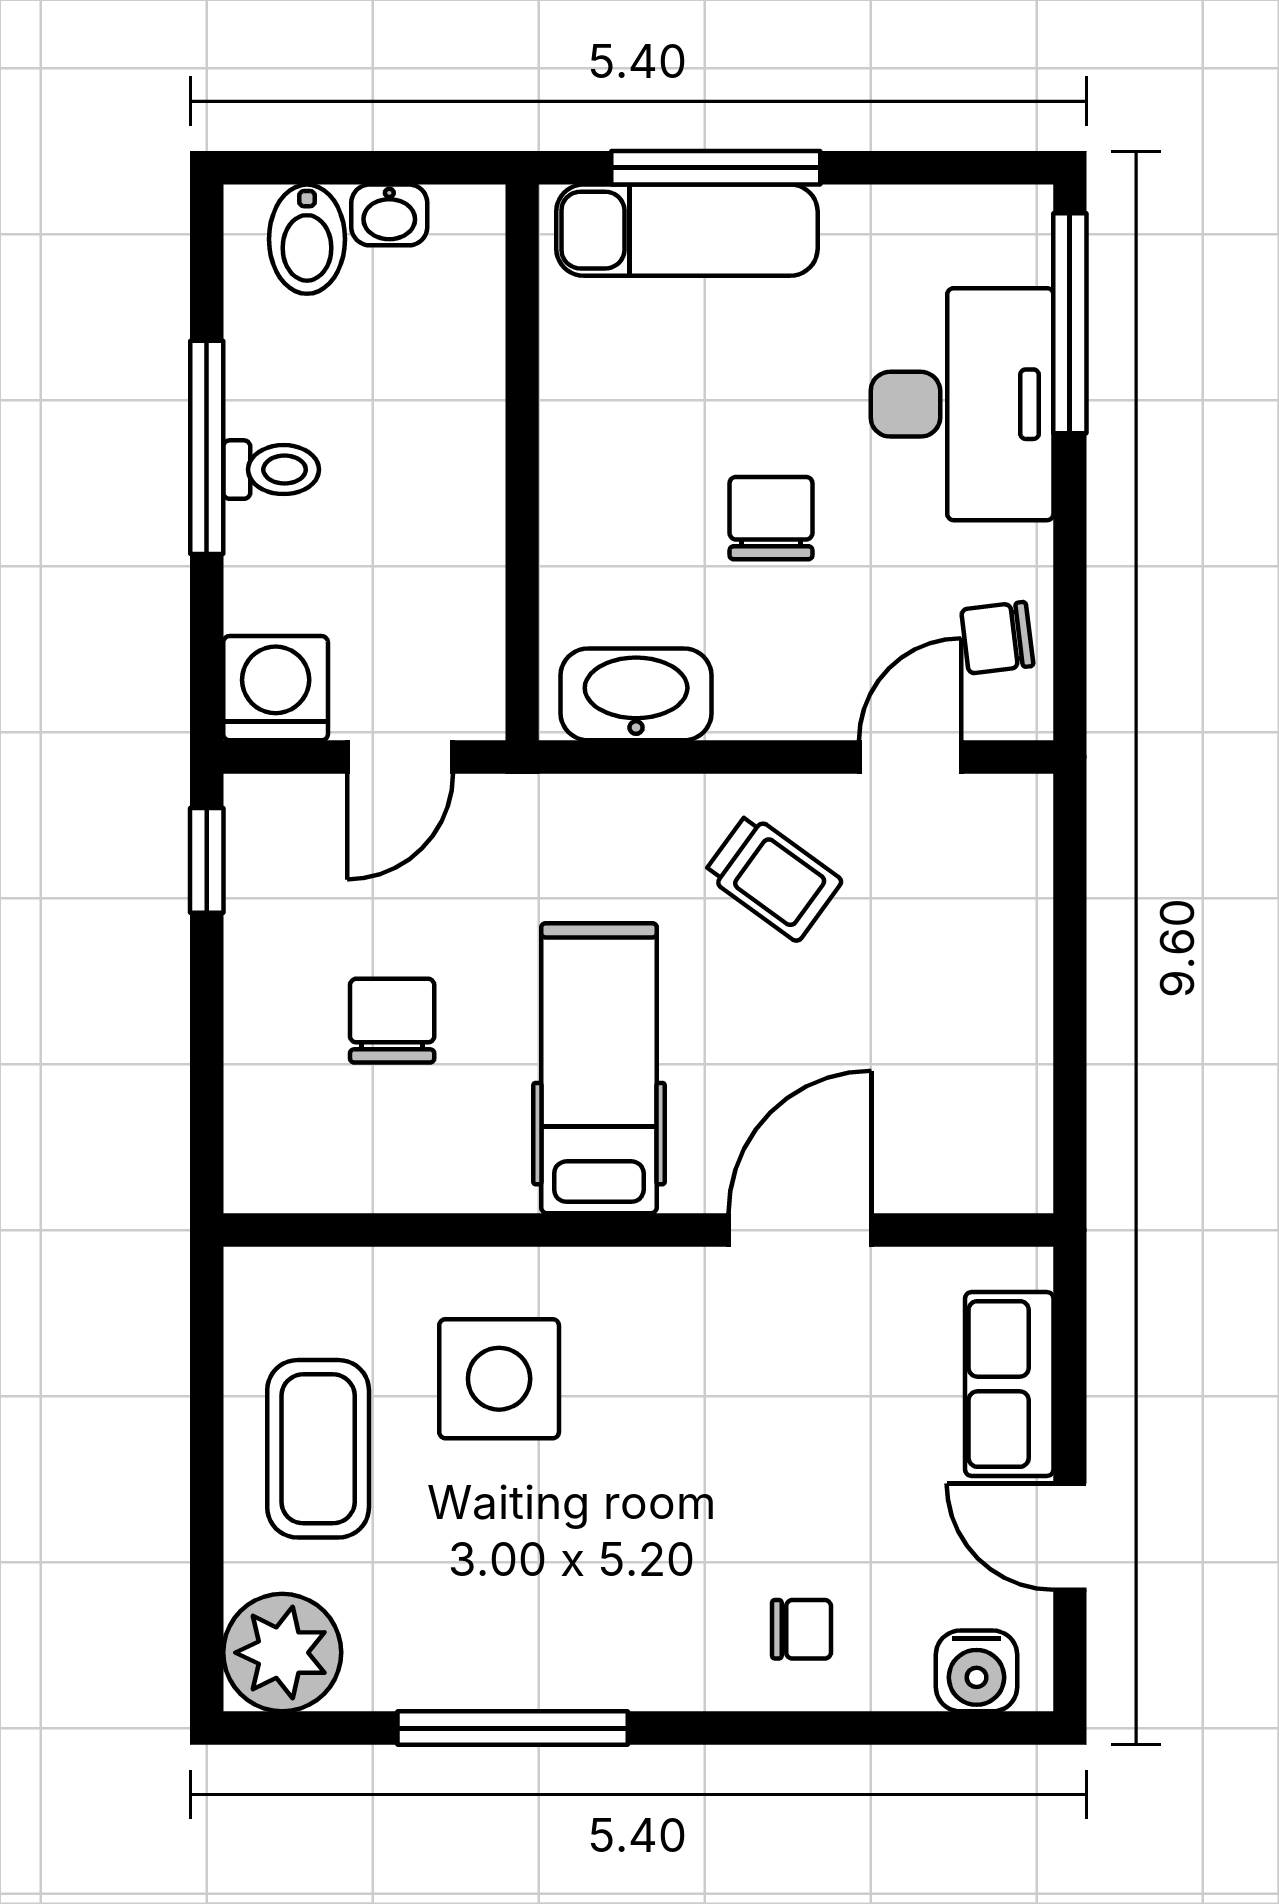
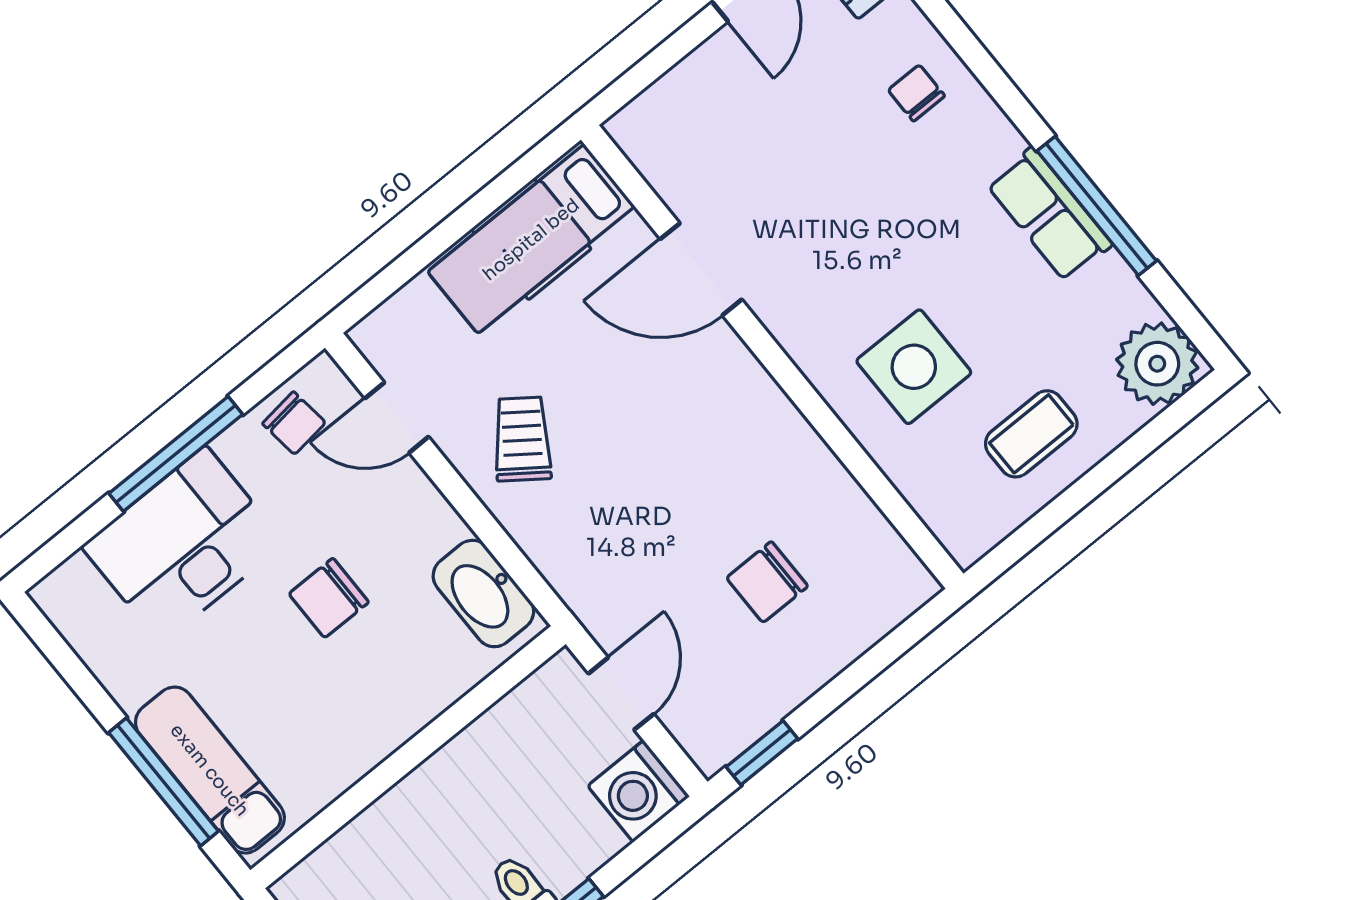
window: (1070, 323) -> (176, 454), moved
door: (400, 757) -> (621, 694), hinge flipped
hospital bed: (599, 1068) -> (531, 239), moved
row of seats: (1009, 1384) -> (1049, 214), moved, turned 90
coffee table: (318, 1449) -> (1031, 434), width x0.73, depth x0.77

